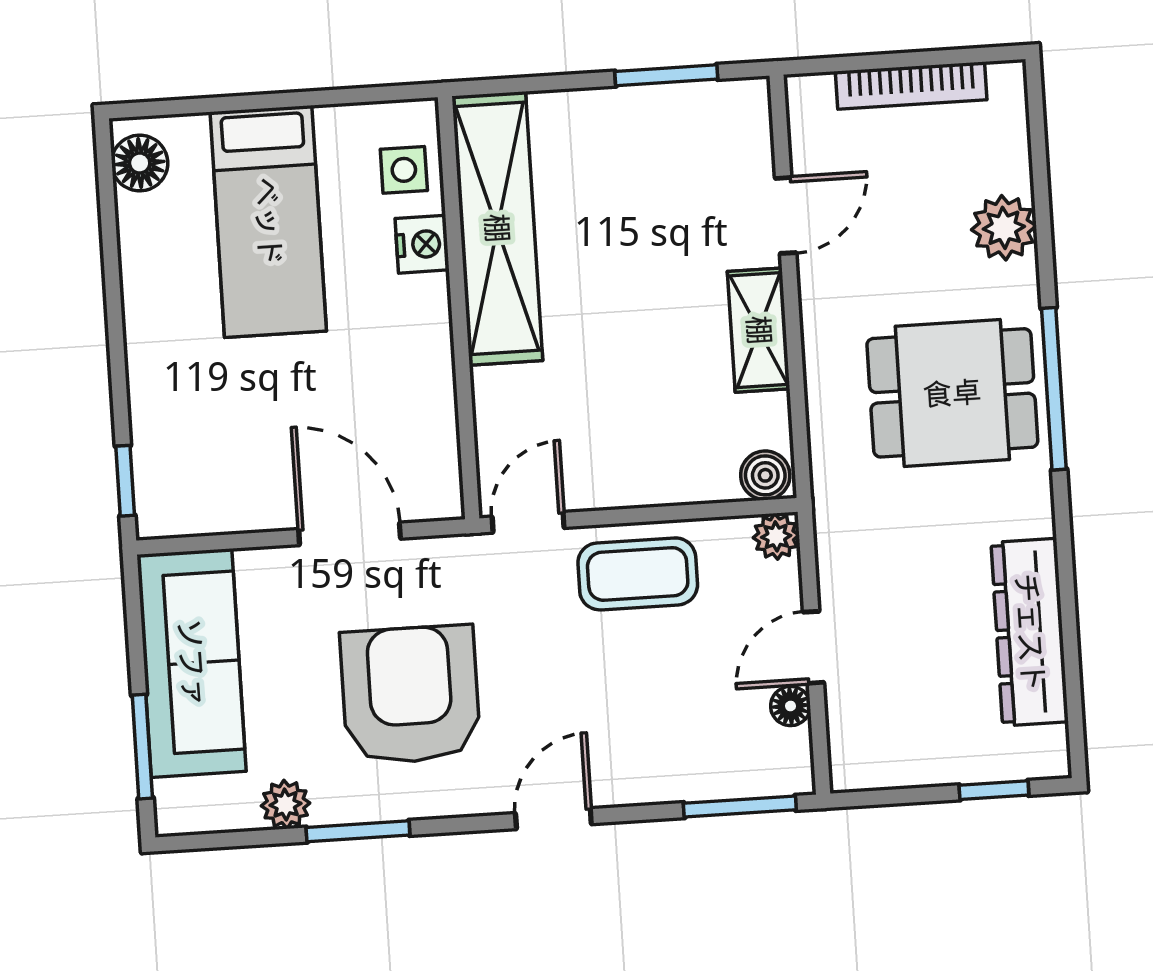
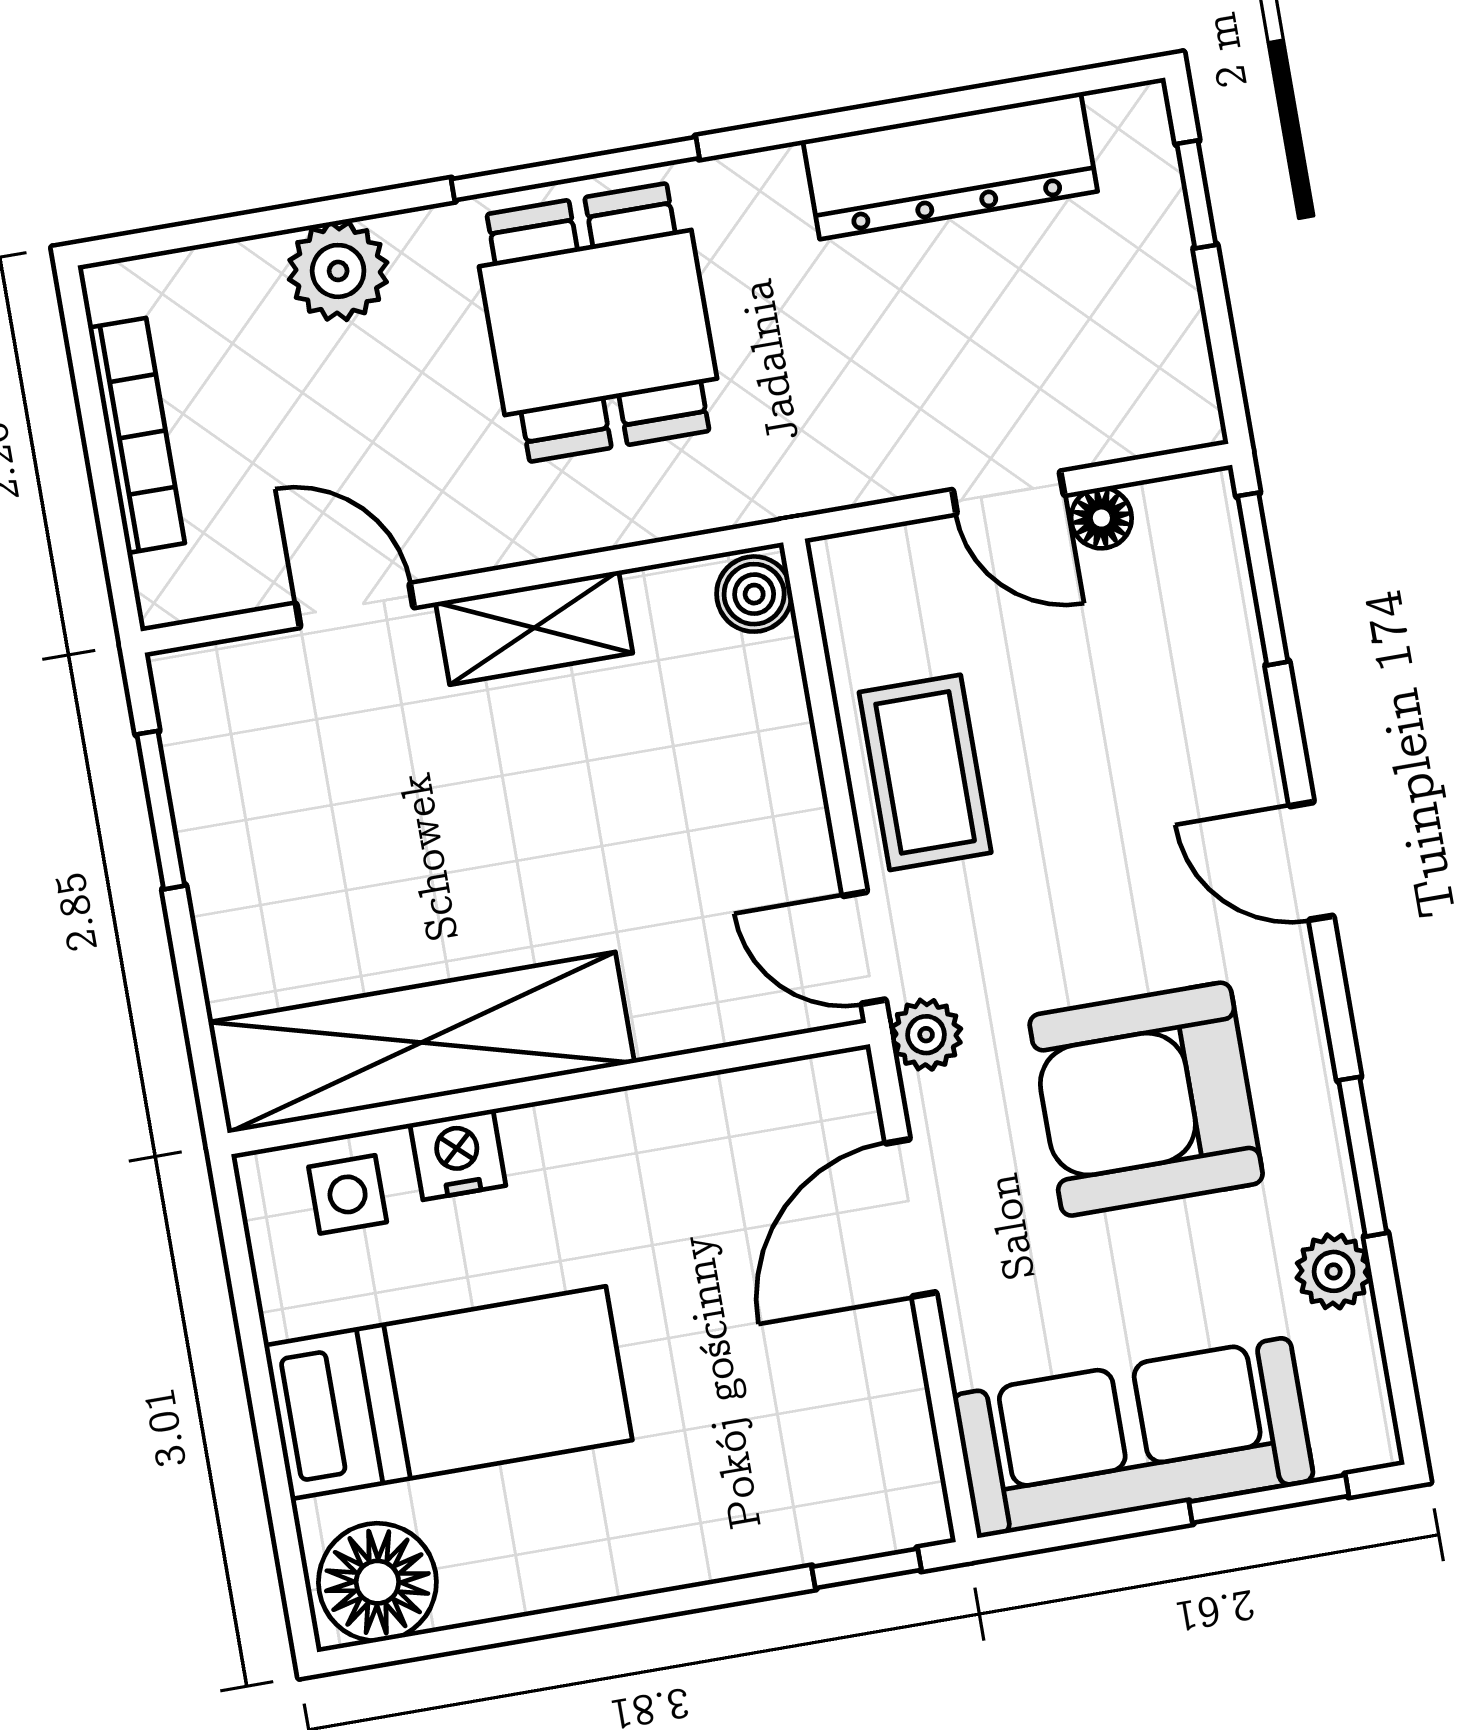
floor lamp: (140, 163) -> (377, 1582), width x1.38, depth x1.38
plant: (776, 536) -> (926, 1035), moved

